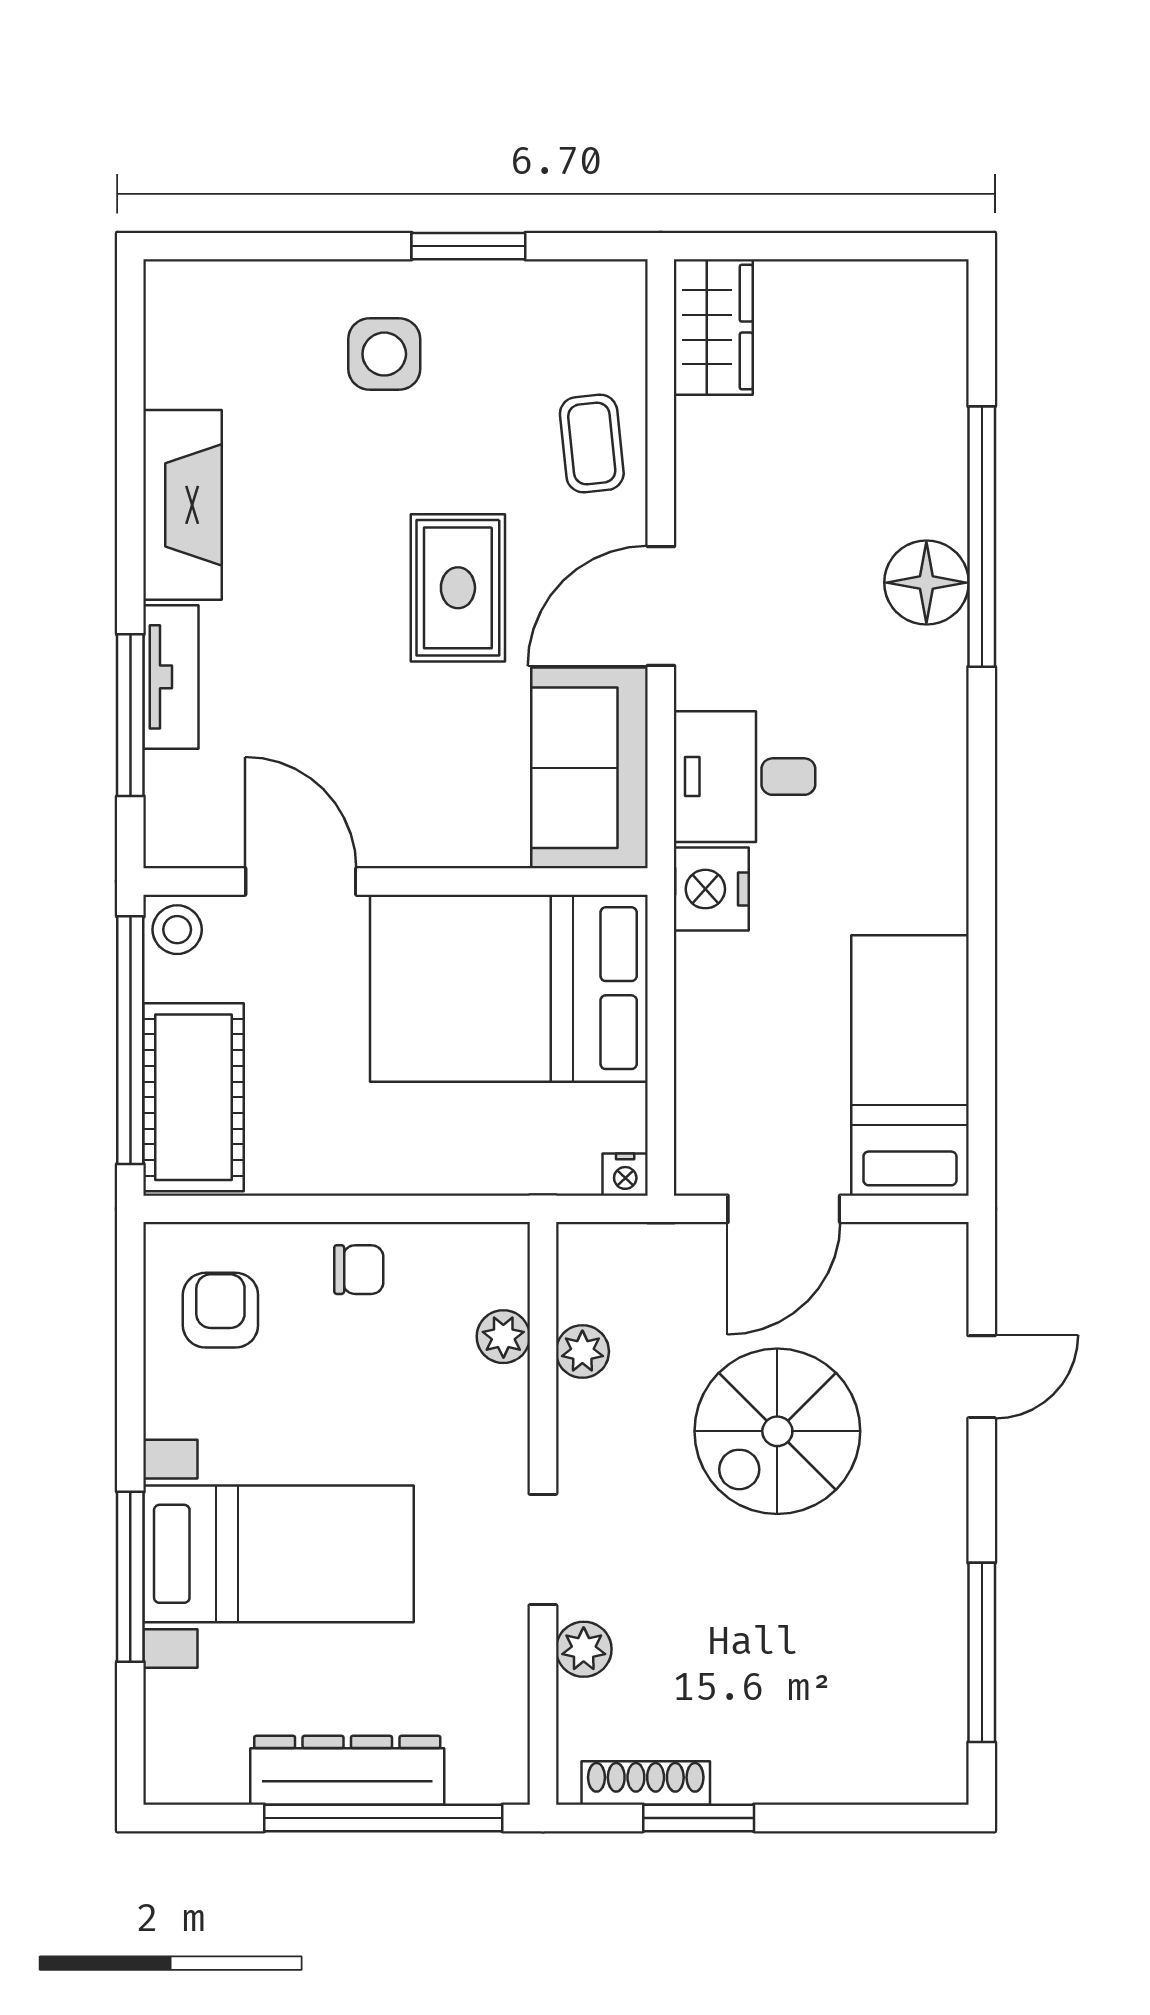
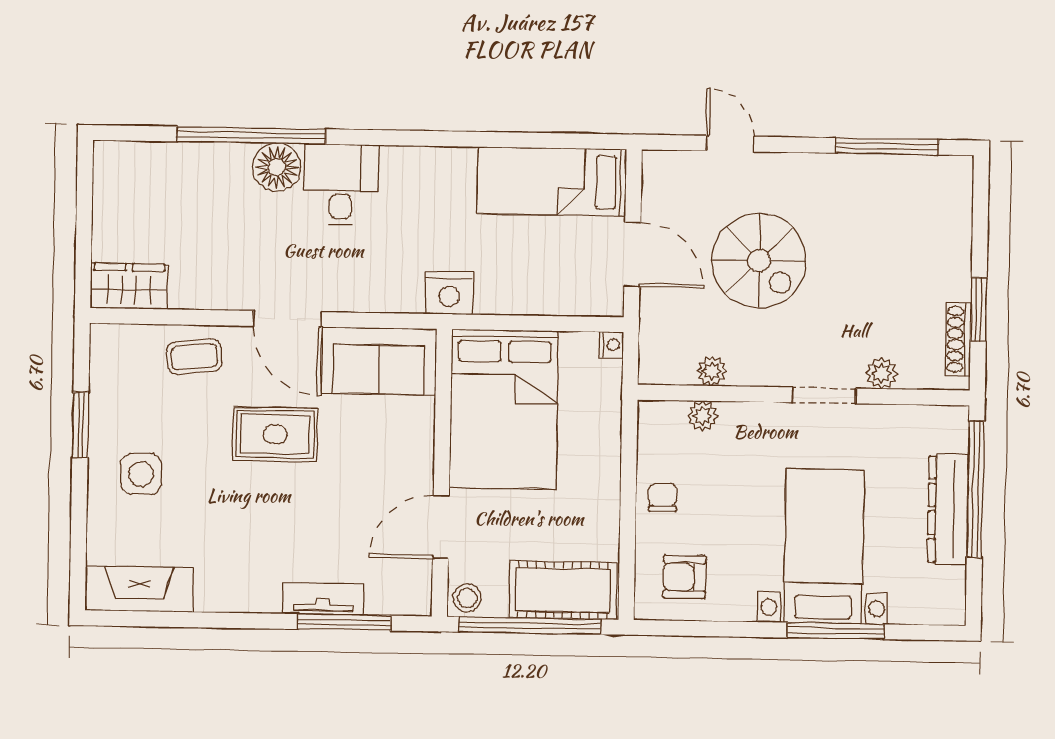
fireplace: (182, 505) -> (139, 589), moved
desk: (745, 777) -> (341, 185), moved, turned 180

